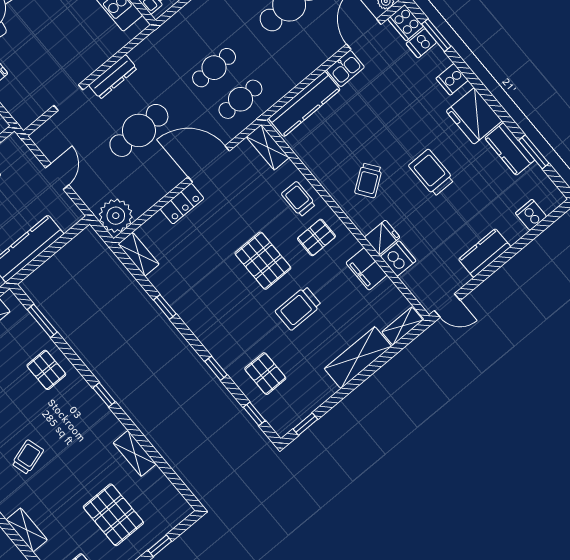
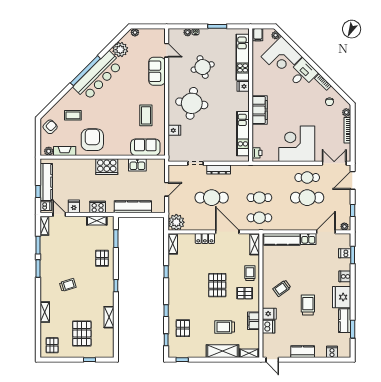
cooker: (405, 23) -> (345, 241), removed
trolley: (298, 308) -> (225, 327), moved

